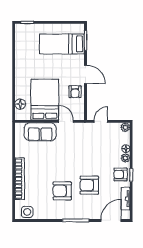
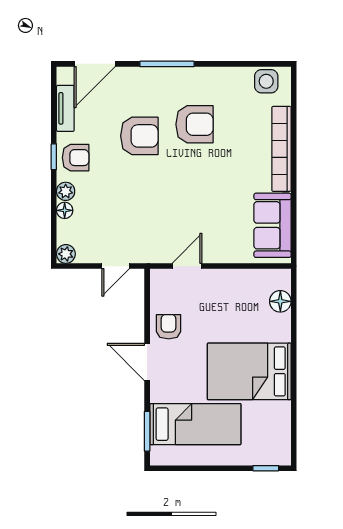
bed: (45, 100) -> (249, 371), moved, turned 90
door: (66, 121) -> (187, 266), swing flipped
sofa: (40, 132) -> (273, 225), moved, turned -90

